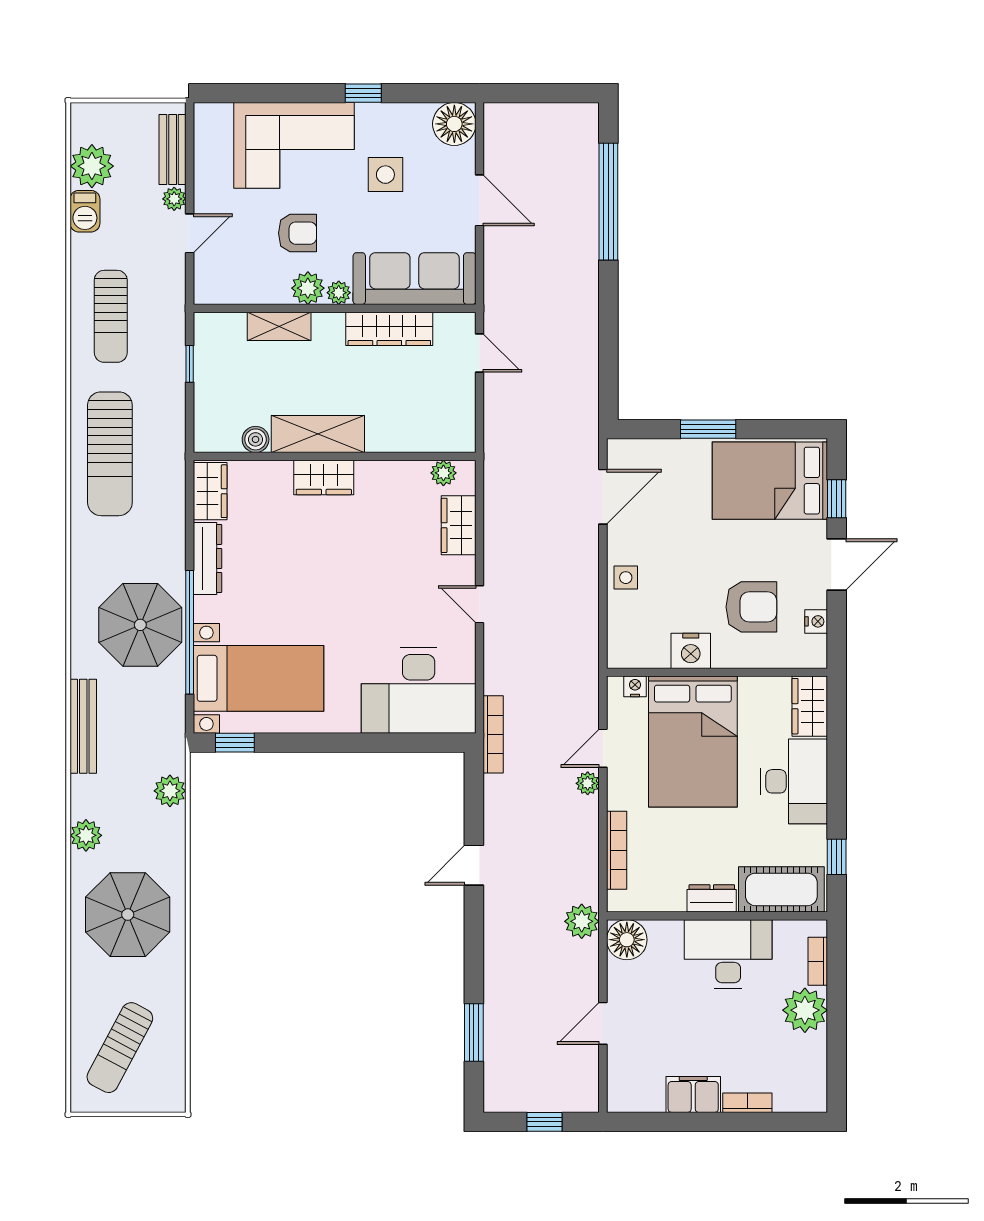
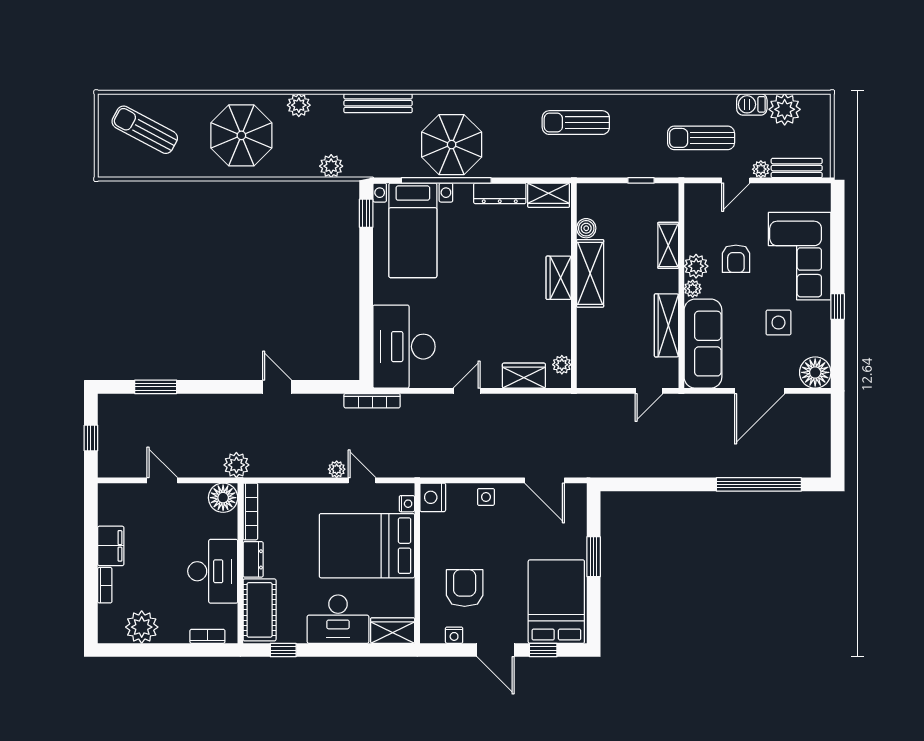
door: (480, 200) -> (760, 391), width x1.36
door: (190, 233) -> (736, 180), hinge flipped
sun lounger: (111, 316) -> (701, 138), moved
sun lounger: (110, 454) -> (576, 123), width x0.73, depth x0.75
armchair: (751, 607) -> (465, 588), turned 180
nightstand: (691, 651) -> (433, 497), moved
bookcase: (617, 850) -> (250, 511), moved, turned -90
plant: (805, 1010) -> (142, 627), moved

